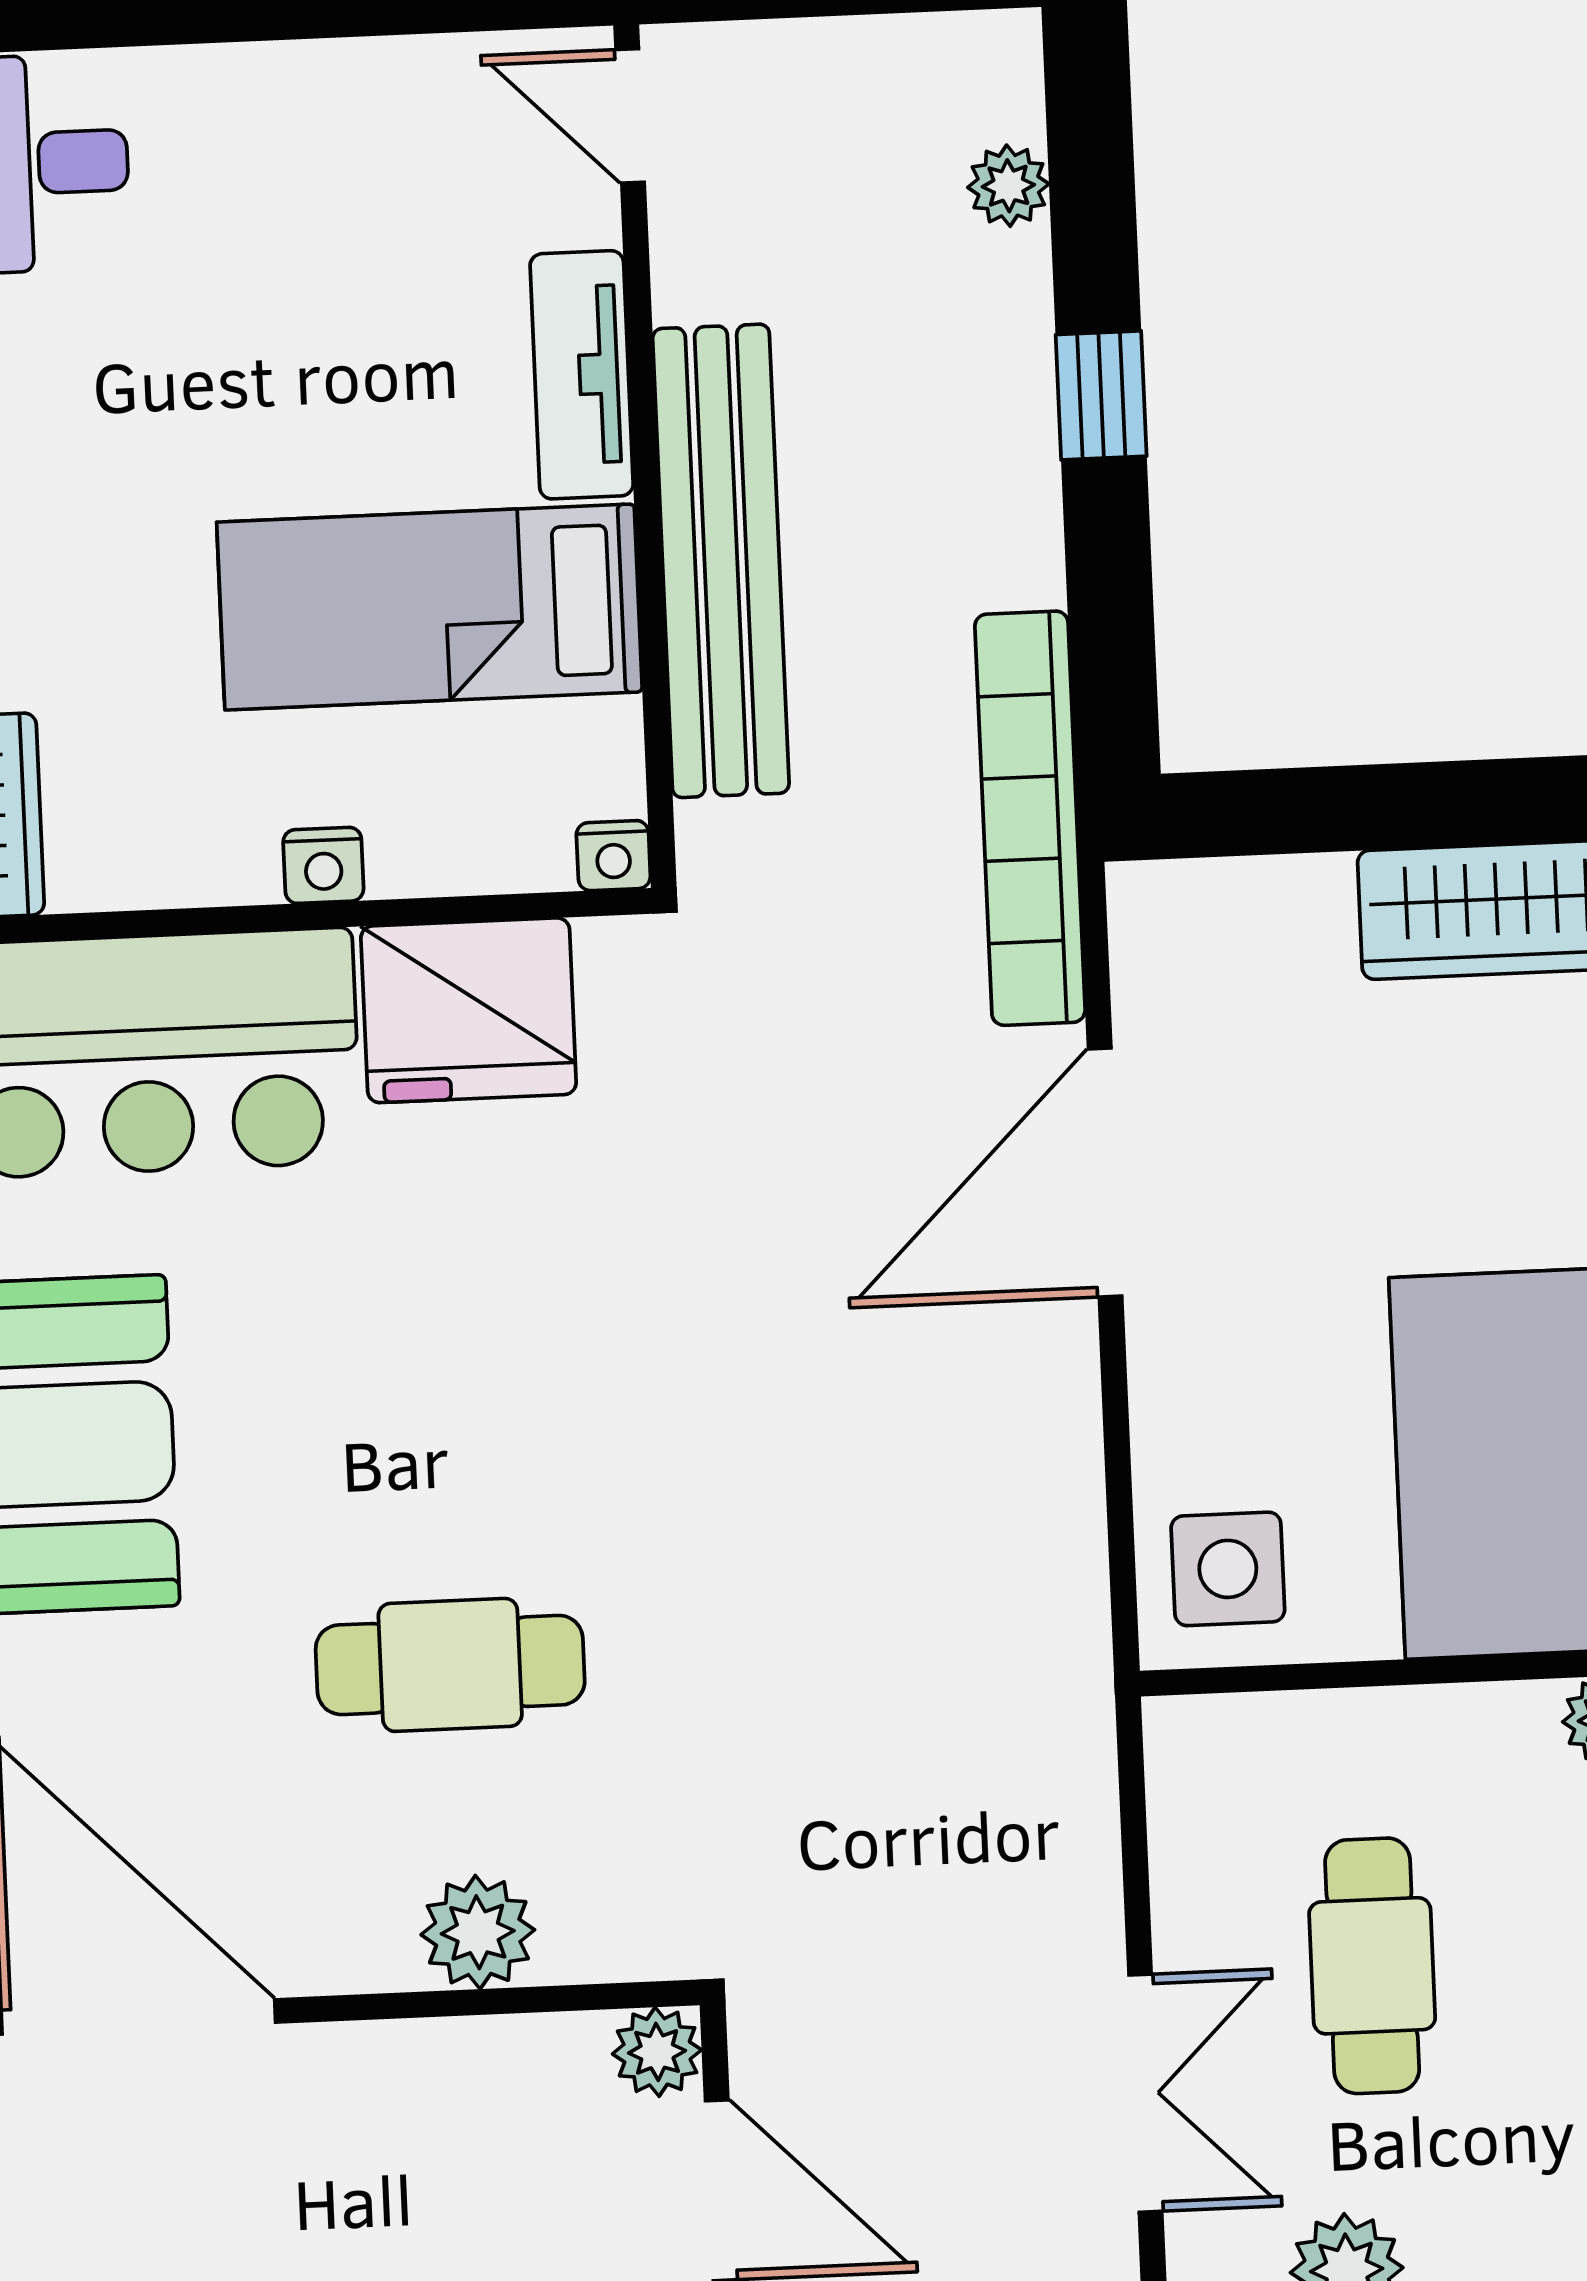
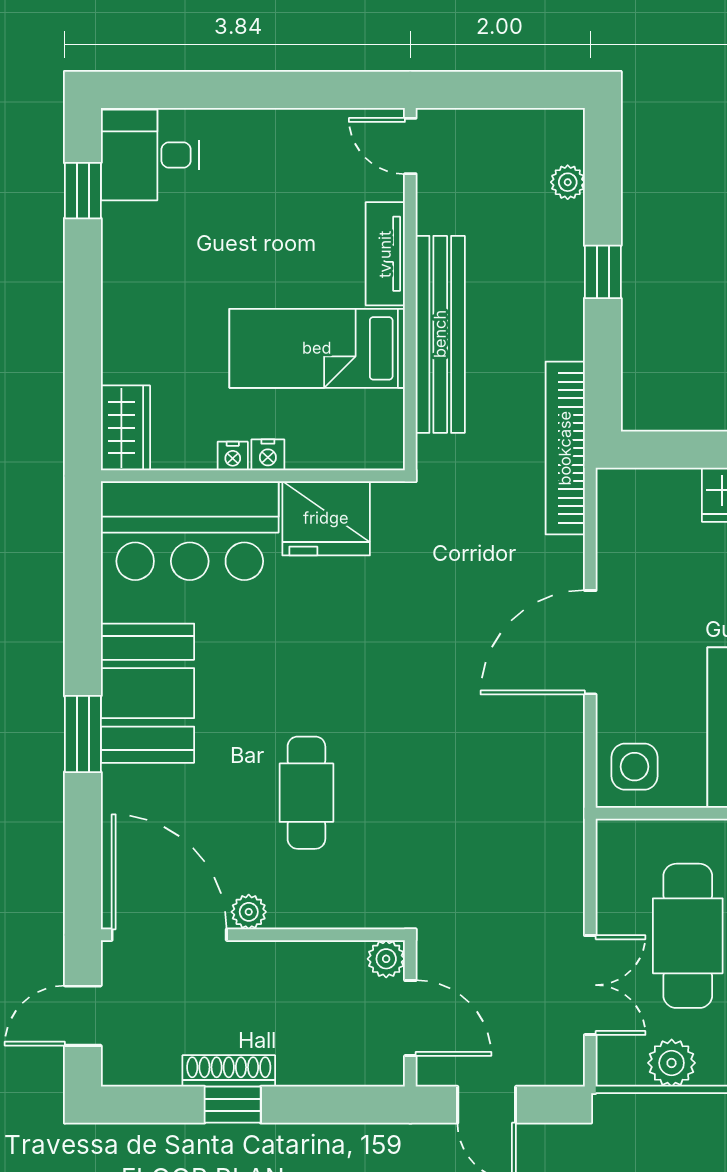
nightstand: (613, 856) -> (233, 456), moved
door: (1105, 1172) -> (590, 642), moved
cafe table: (450, 1665) -> (306, 793), turned 90
plant: (478, 1932) -> (249, 912), moved, width x0.73, depth x0.73
cafe table: (1372, 1966) -> (688, 936), width x1.37, depth x1.35

